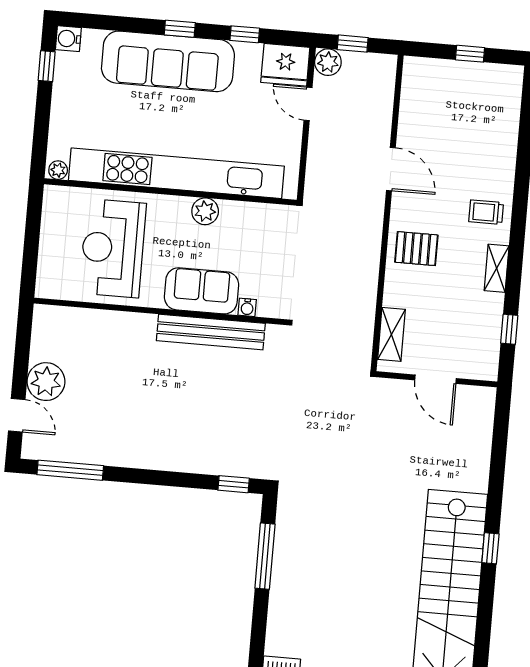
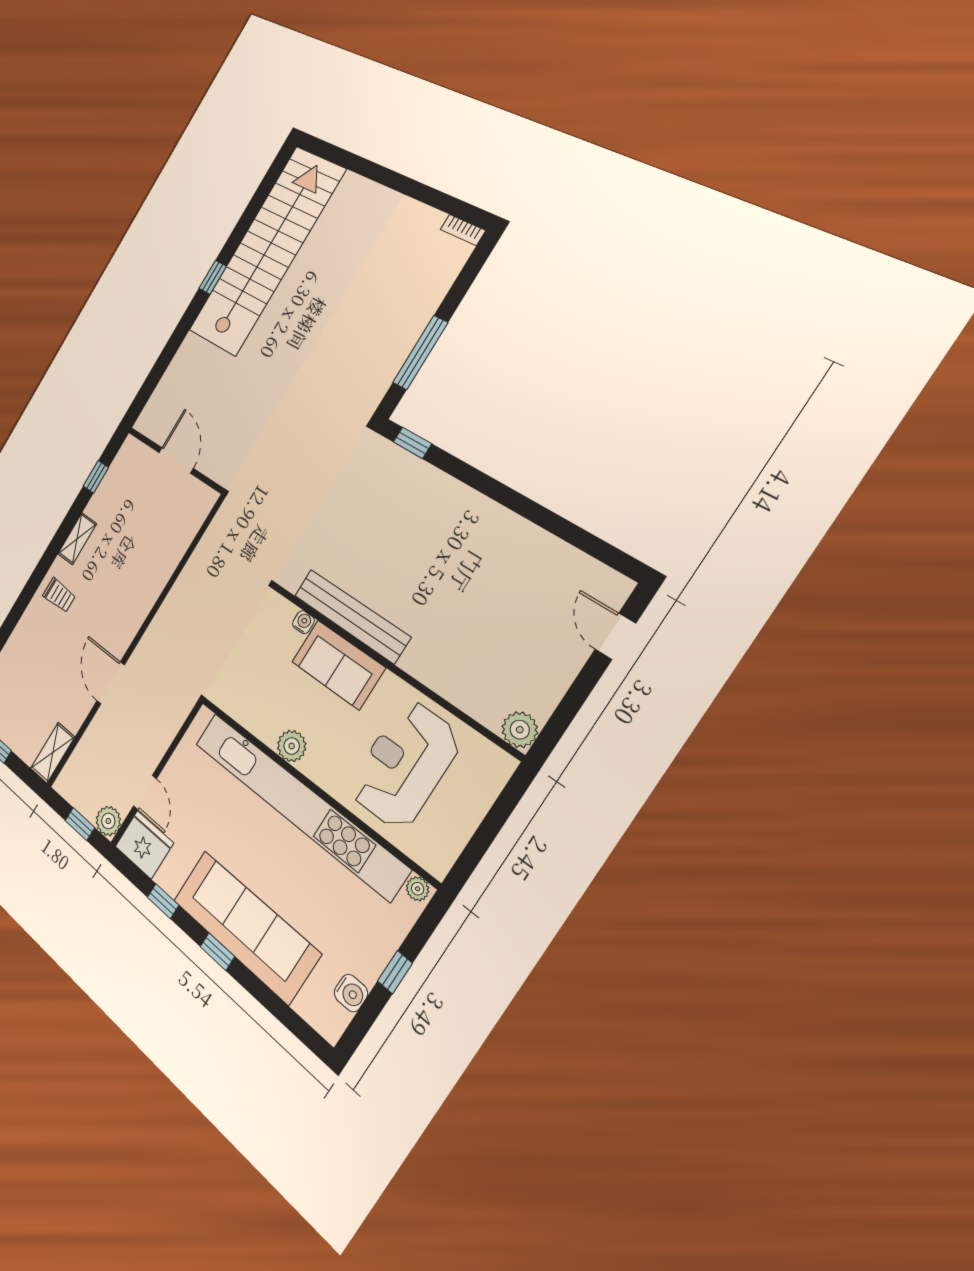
water cooler: (68, 39) -> (351, 993), moved
window: (47, 66) -> (395, 972), moved
reception desk: (113, 248) -> (404, 765), turned 180
pallet: (416, 249) -> (129, 594), removed
shelving: (391, 334) -> (53, 753), moved
plant: (46, 382) -> (520, 730), moved, width x0.73, depth x0.73
window: (70, 470) -> (584, 541), removed

